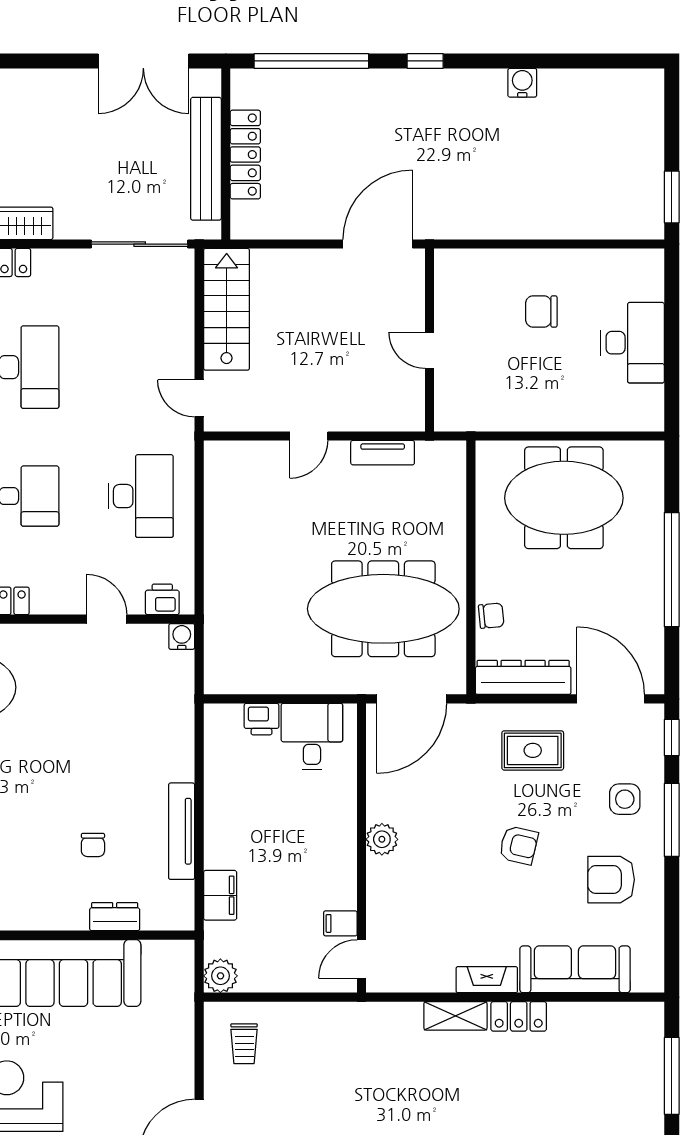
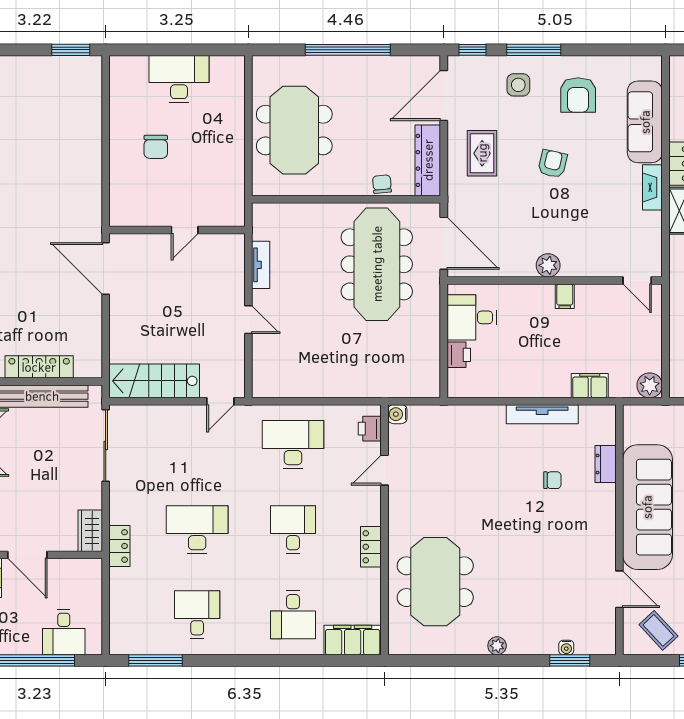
filing cabinet: (340, 923) -> (565, 296), moved

